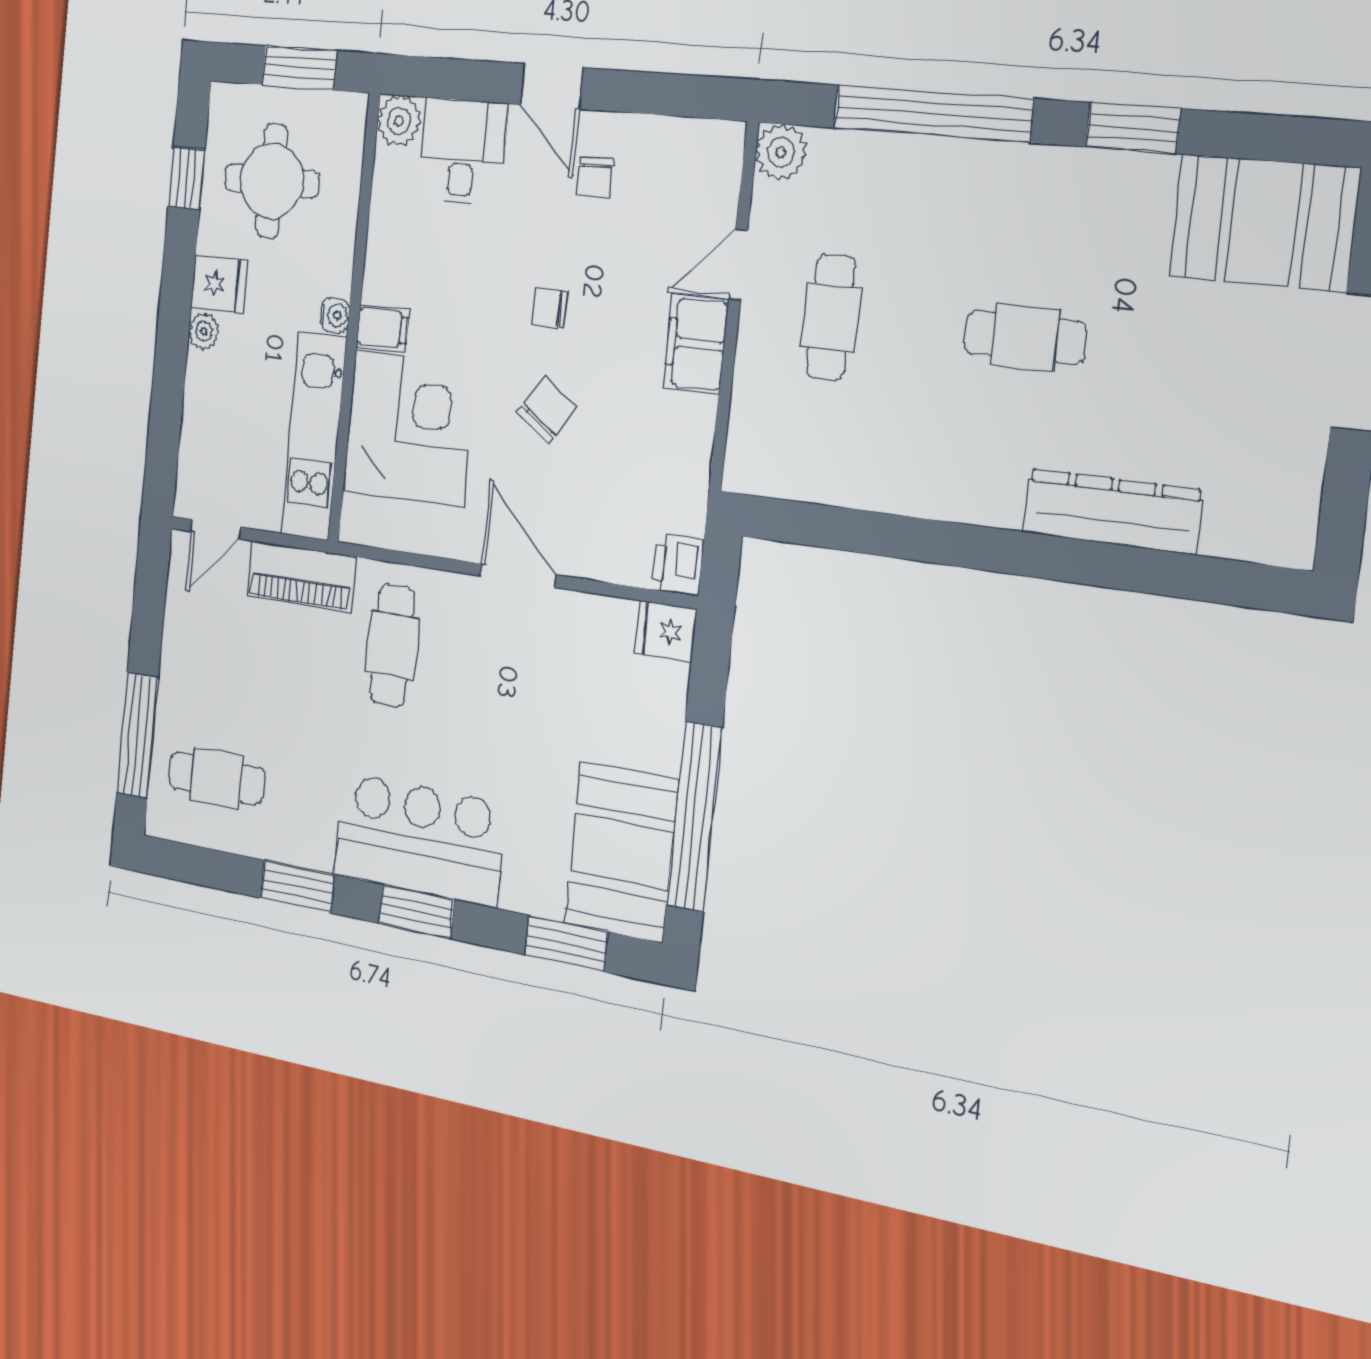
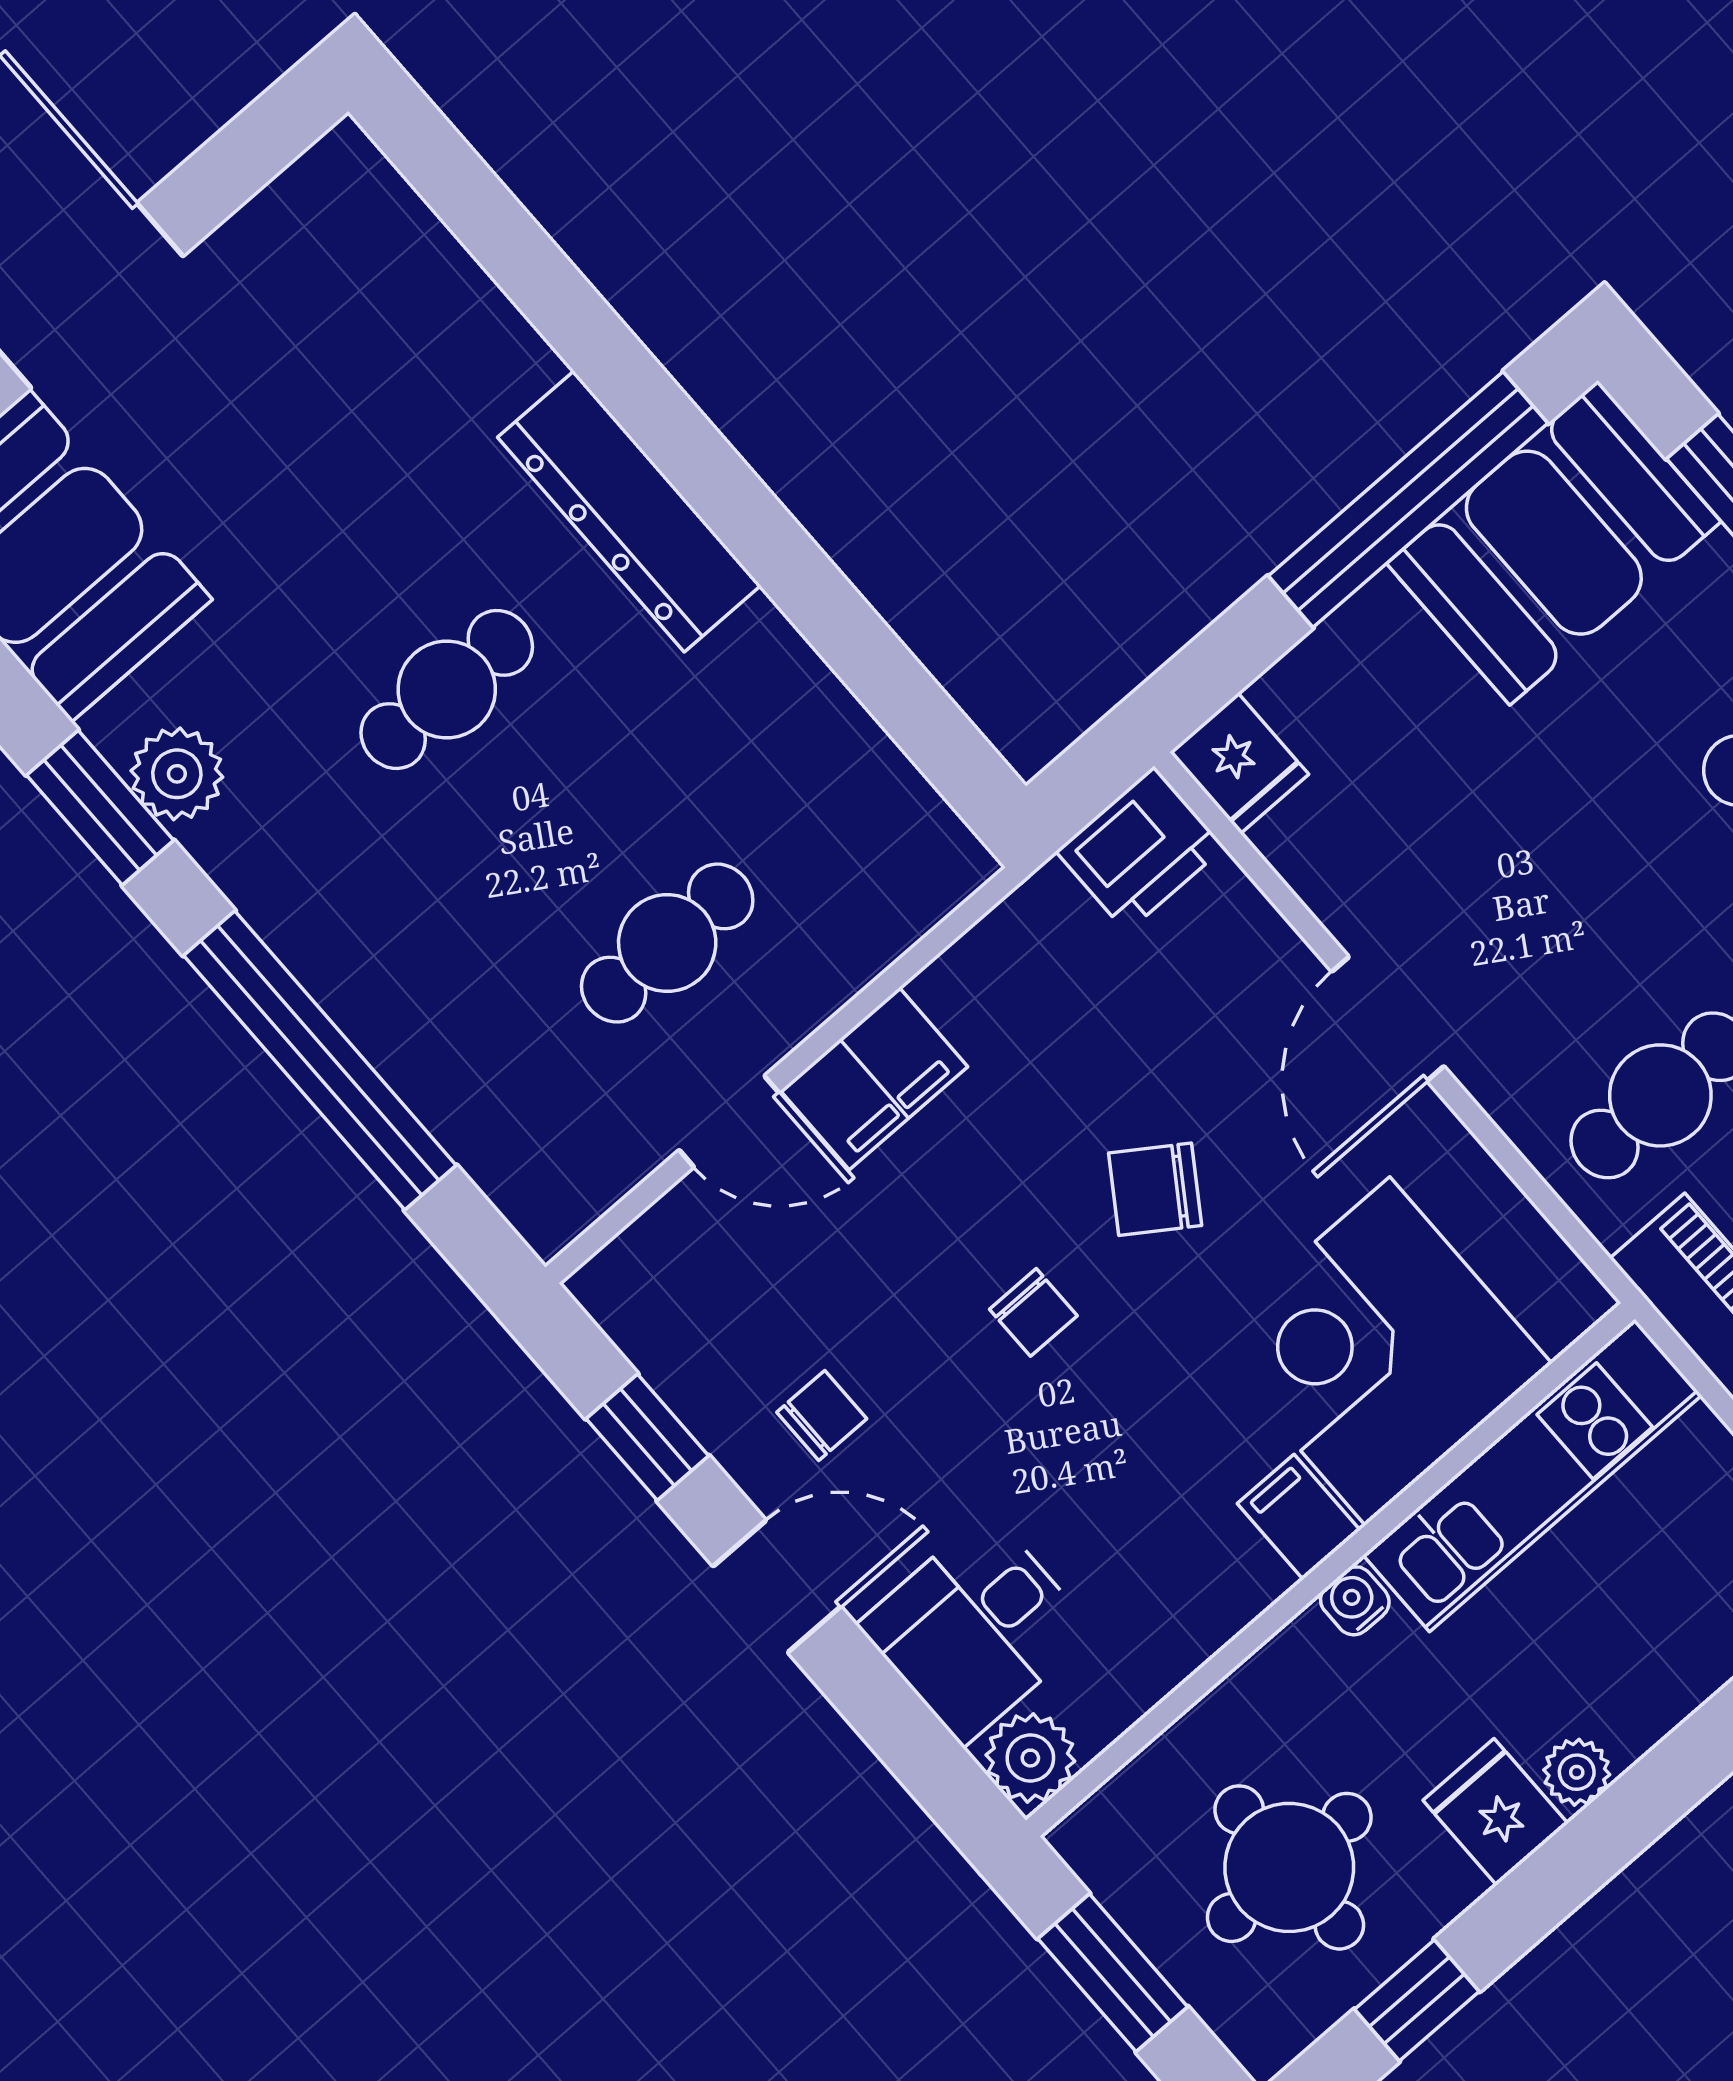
door: (552, 86) -> (777, 1586), hinge flipped
window: (655, 94) -> (647, 1437), added
plant: (781, 152) -> (177, 774), moved
cafe table: (1025, 338) -> (447, 689), turned 90
dresser: (1113, 511) -> (629, 512), moved
printer: (678, 565) -> (1140, 849), width x1.36, depth x1.24

